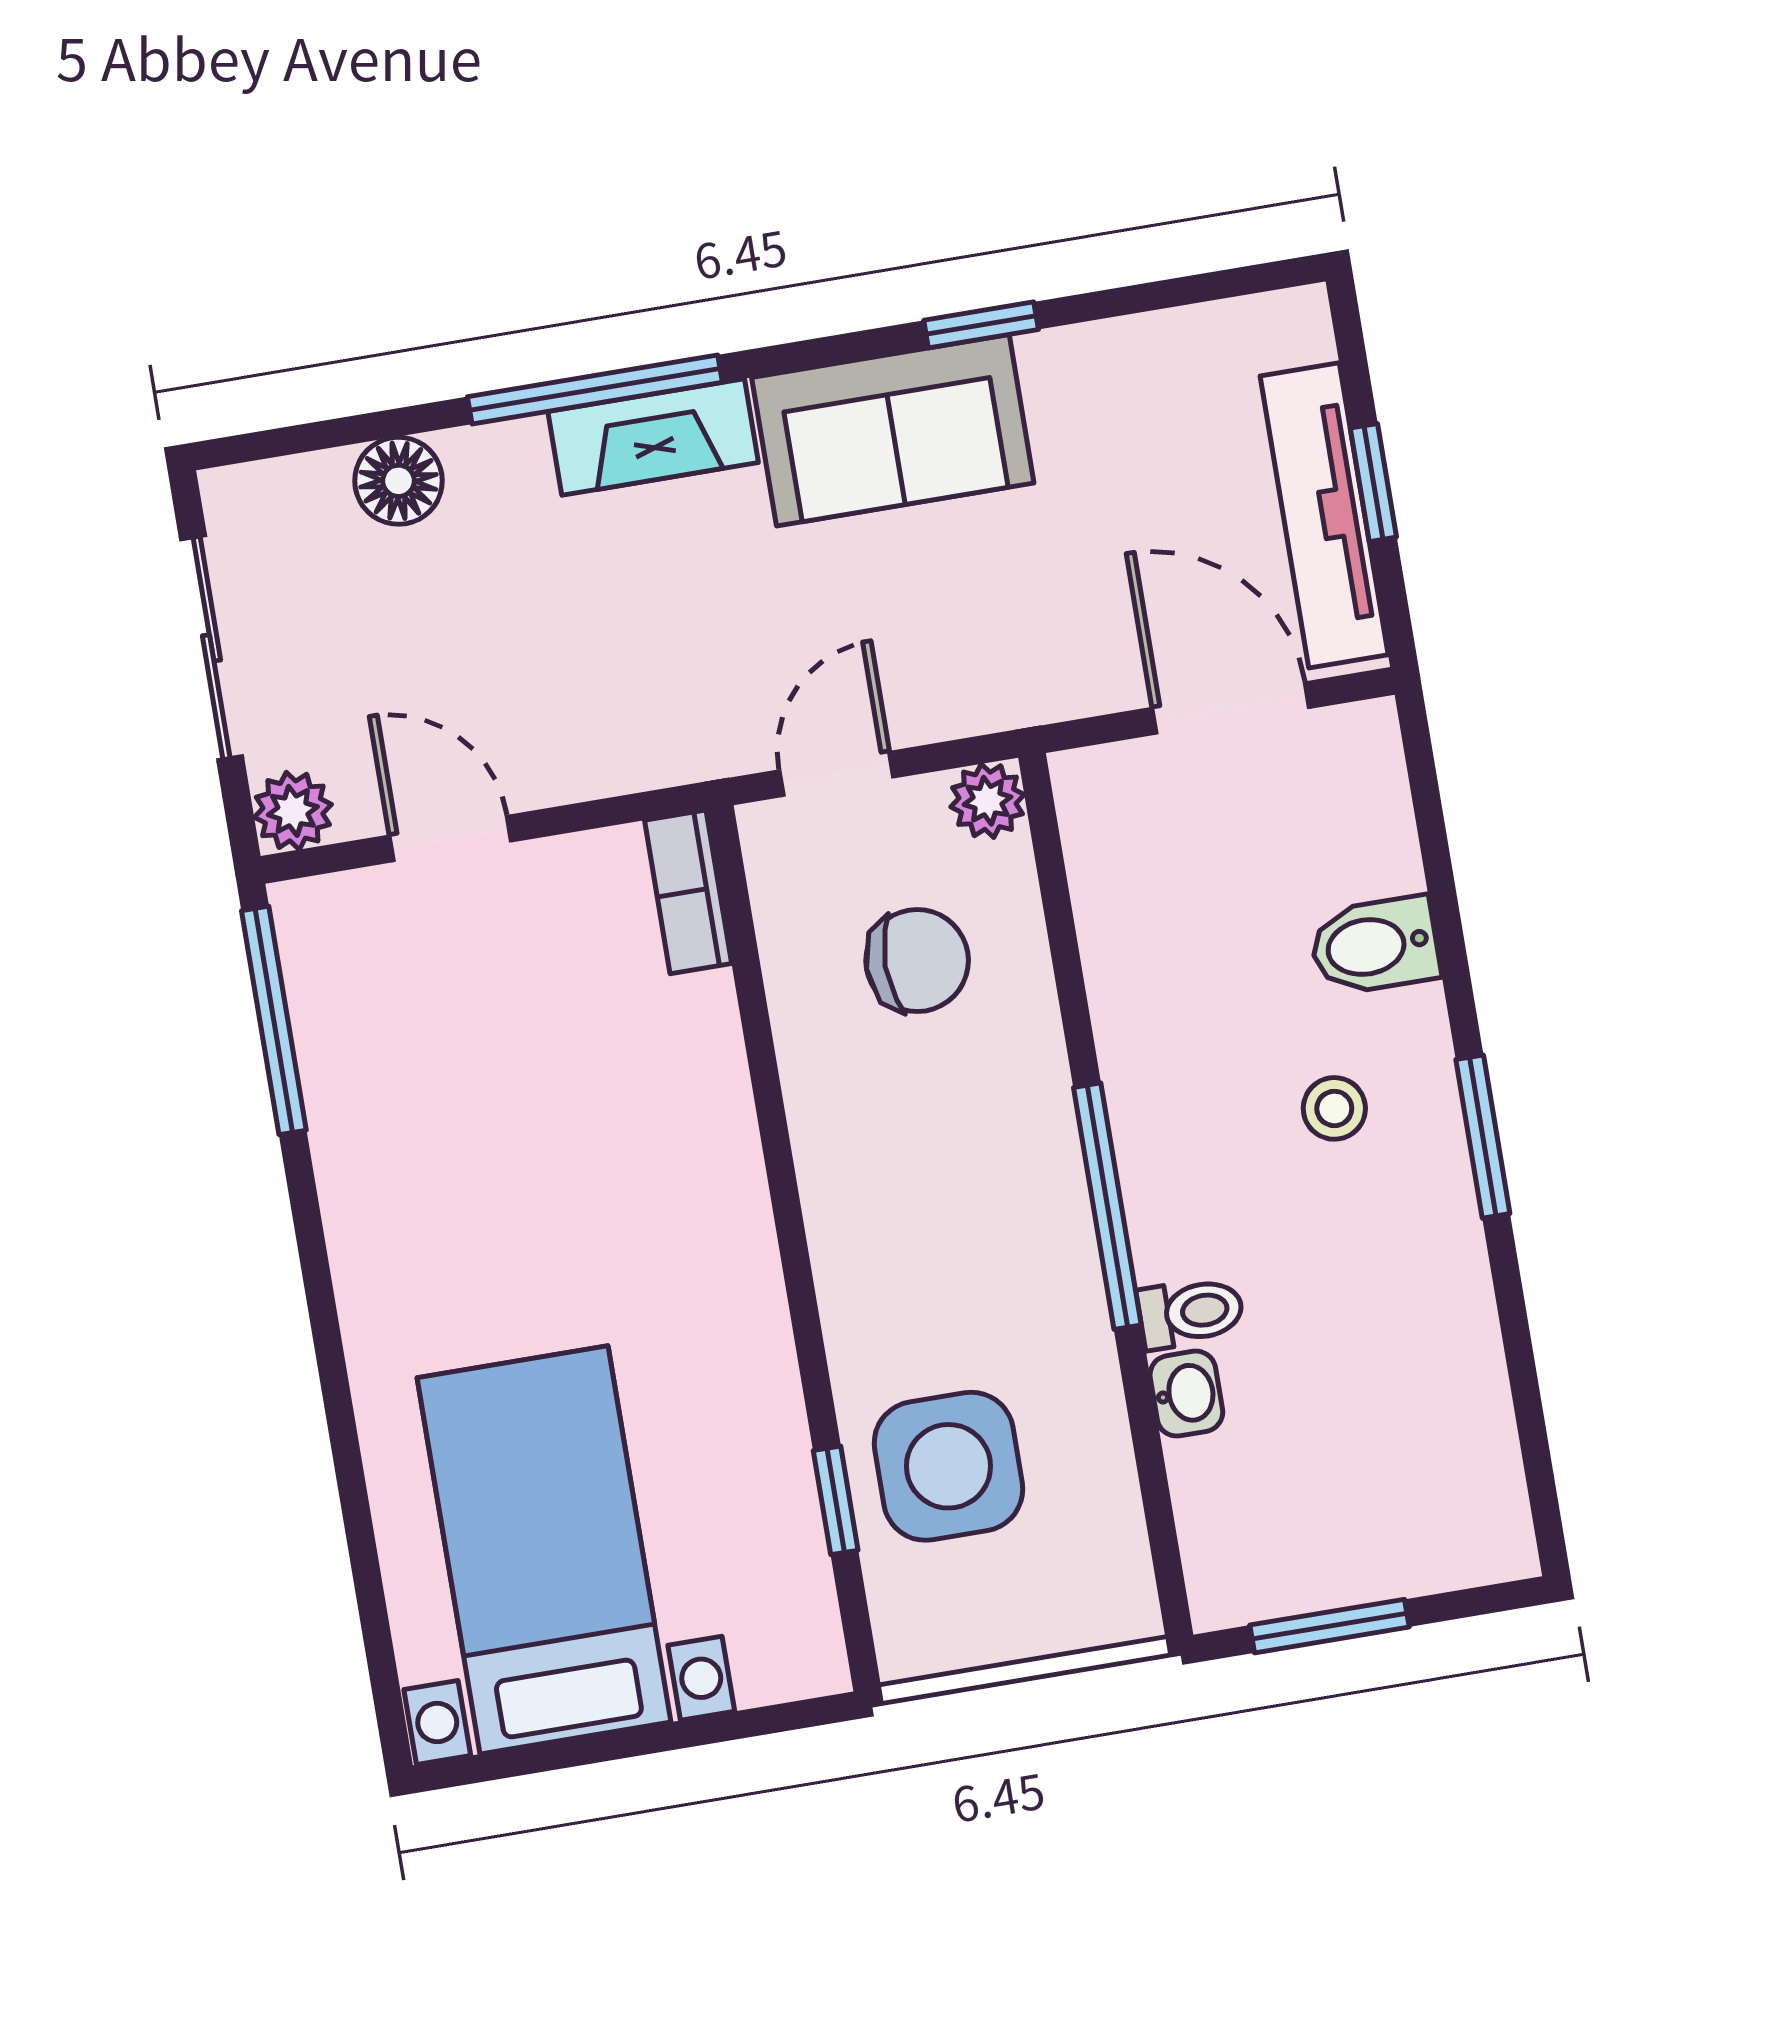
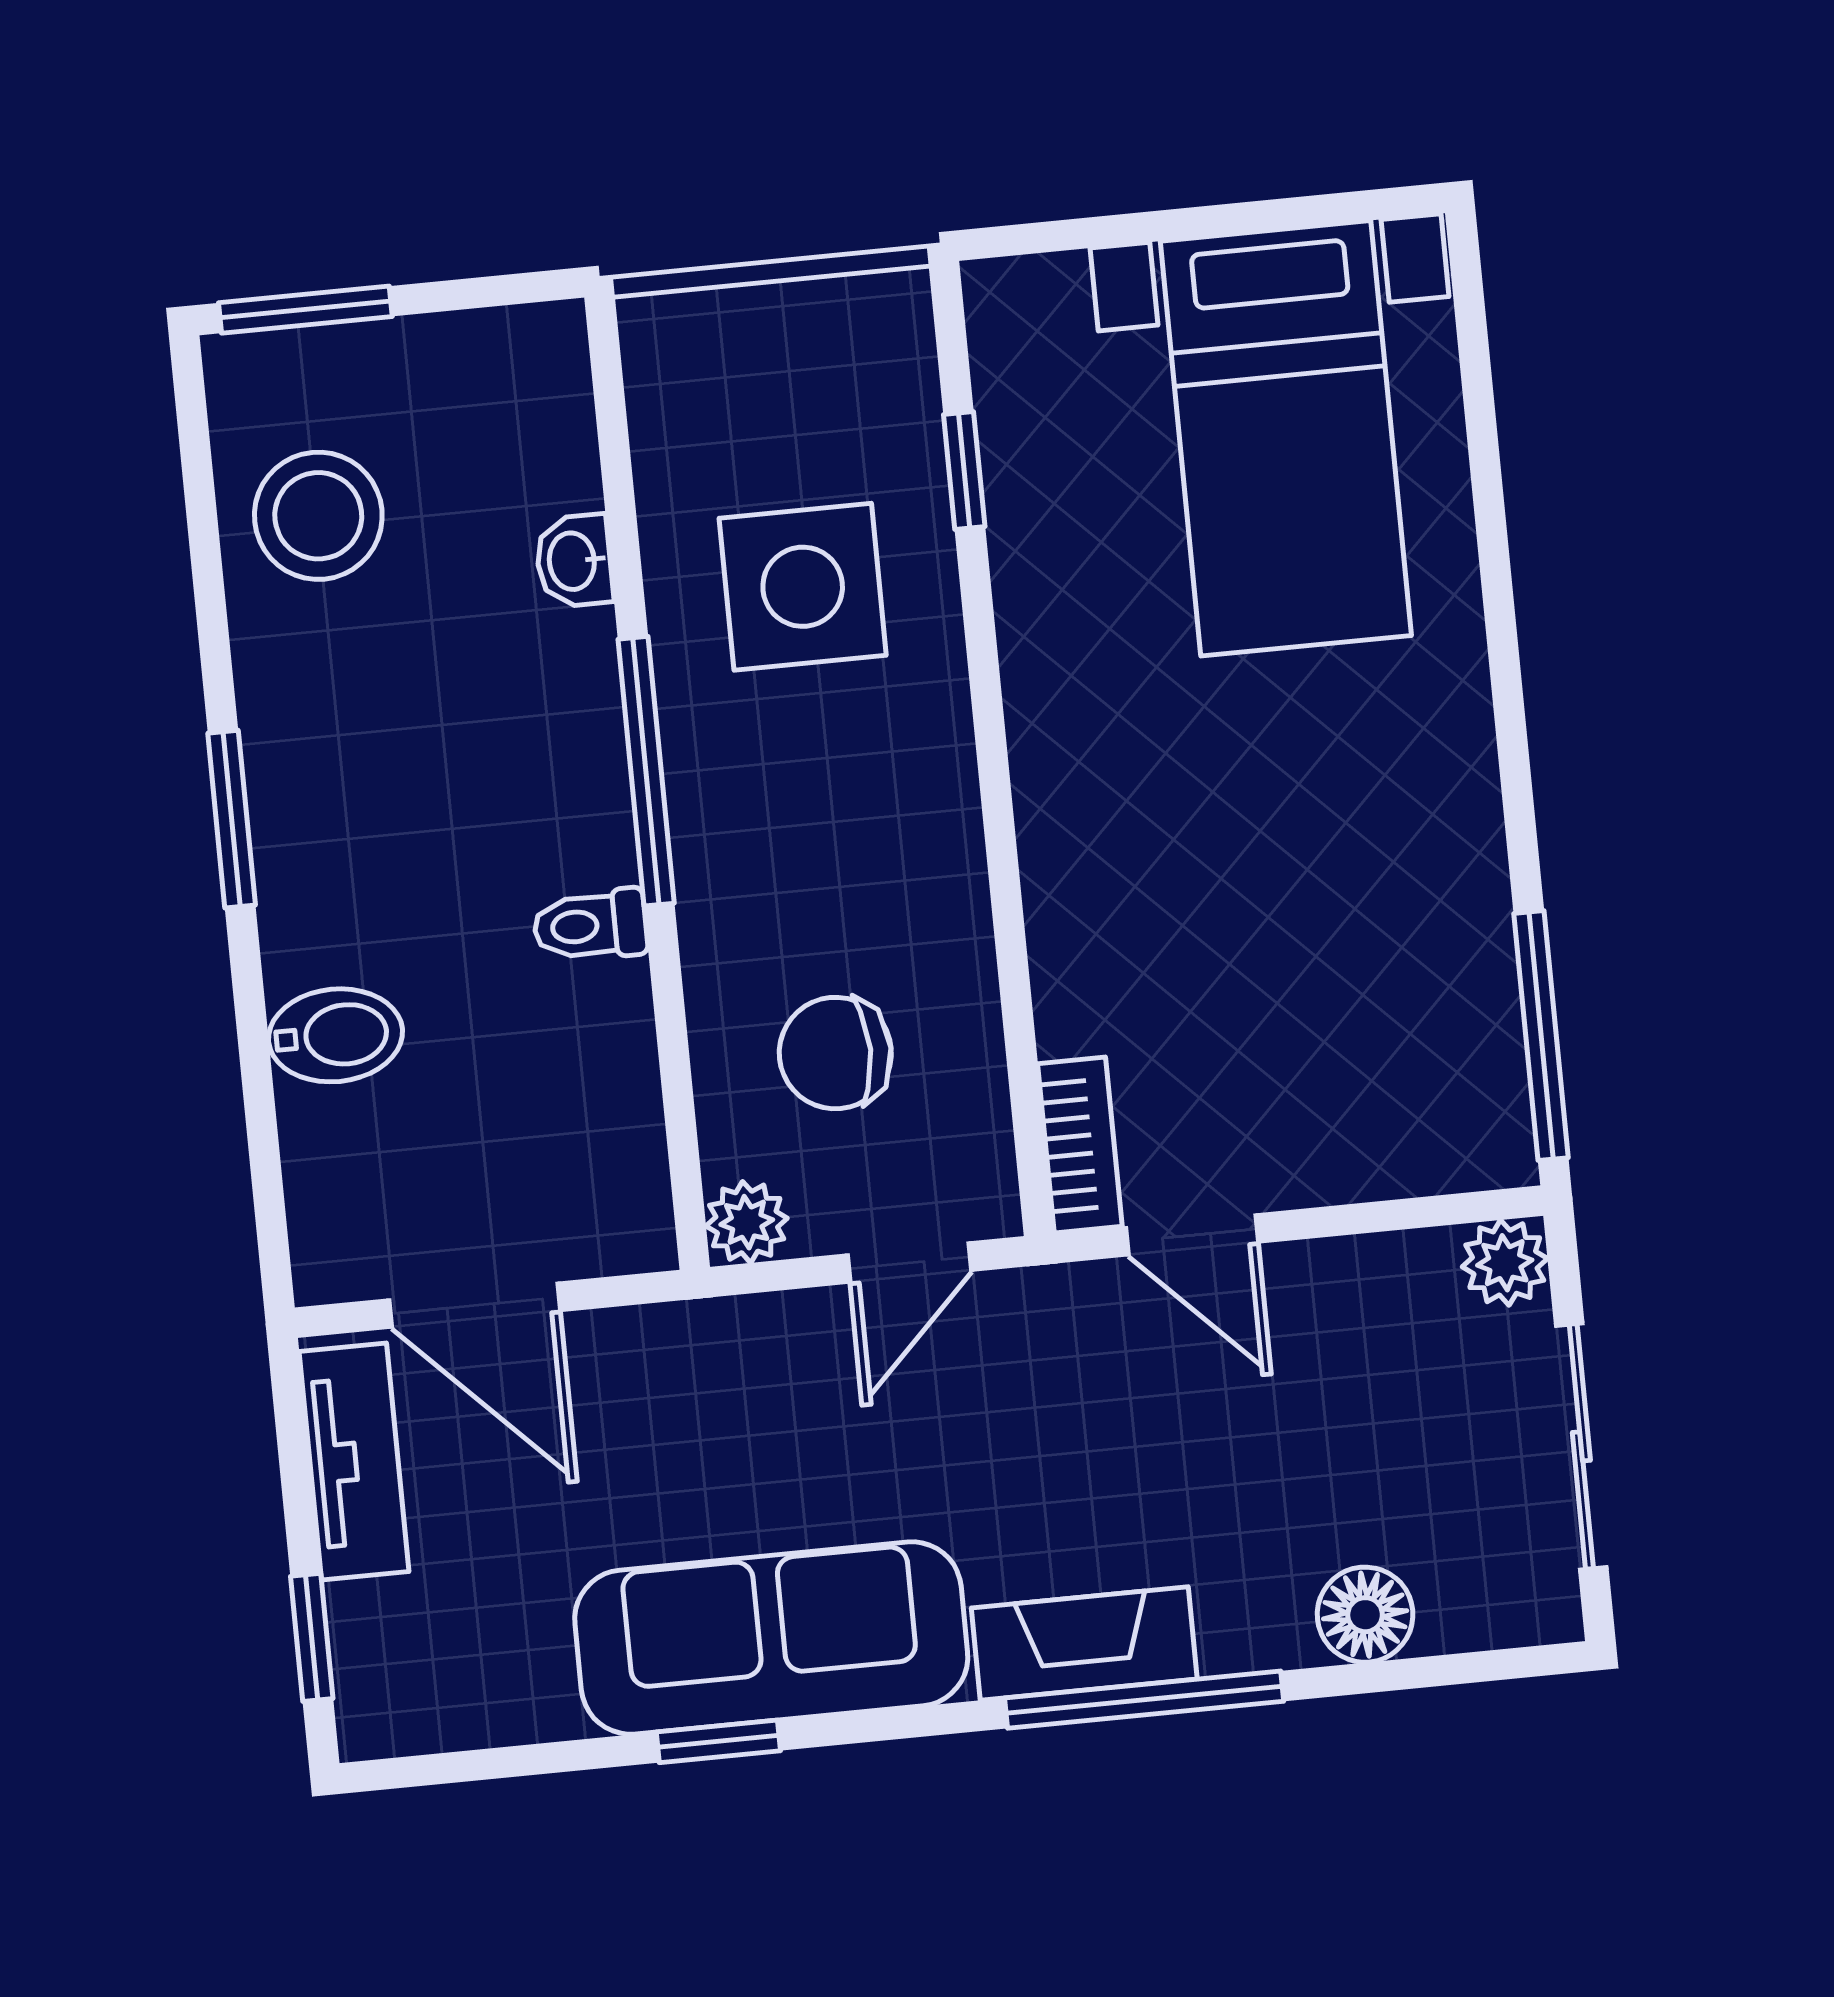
sofa: (893, 430) -> (771, 1638), width x1.36
window: (1373, 483) -> (312, 1637), moved
tv unit: (1324, 515) -> (354, 1461), width x0.71
door: (450, 839) -> (1192, 1235), moved
stool: (1334, 1108) -> (318, 516), moved, width x1.89, depth x1.89
toilet: (1191, 1312) -> (590, 925), moved
side table: (948, 1466) -> (803, 587), moved
window: (1330, 1626) -> (305, 310), moved

